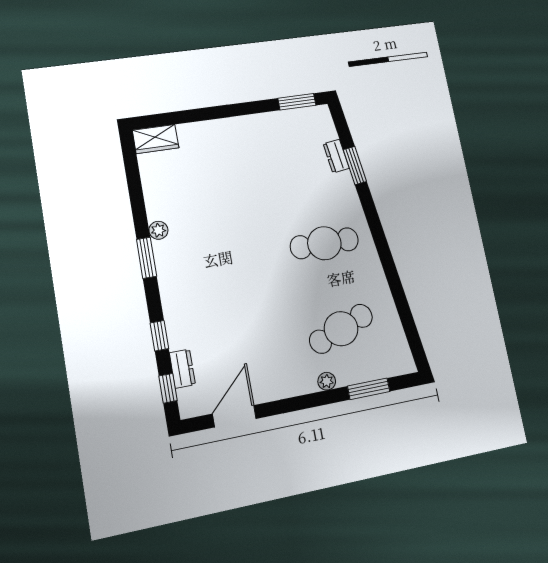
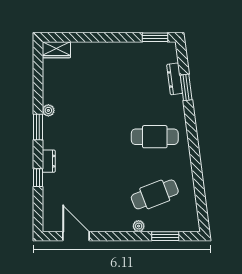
dresser: (336, 156) -> (175, 79), width x1.44
dresser: (182, 369) -> (49, 161), moved
window: (168, 388) -> (38, 211), removed
door: (234, 416) -> (76, 236), hinge flipped

